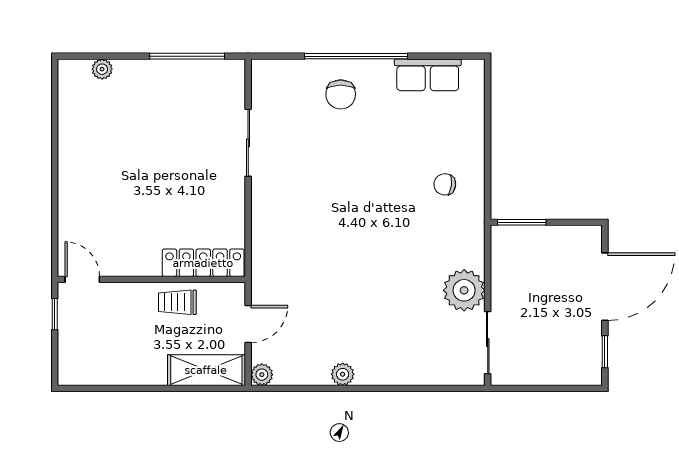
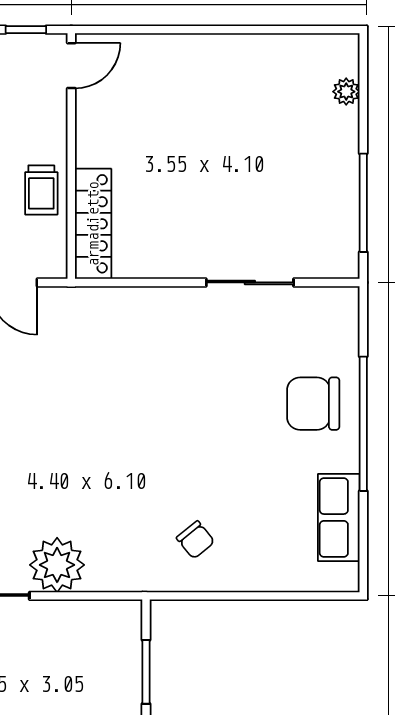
chair: (341, 94) -> (313, 404), width x1.37, depth x1.37
chair: (445, 184) -> (196, 540), turned 134
window: (522, 222) -> (146, 672), moved
trolley: (177, 302) -> (41, 190), turned 180

